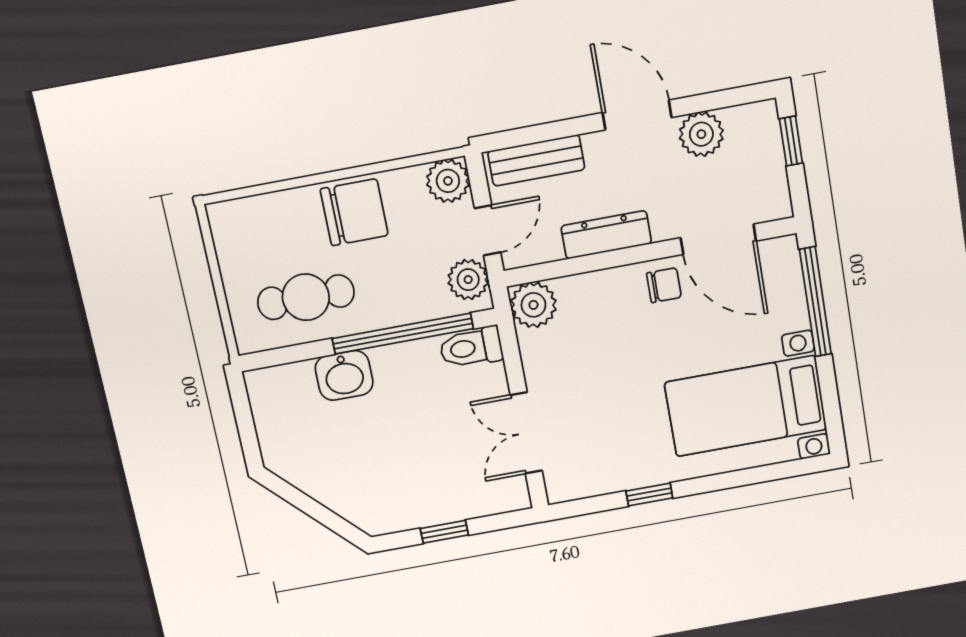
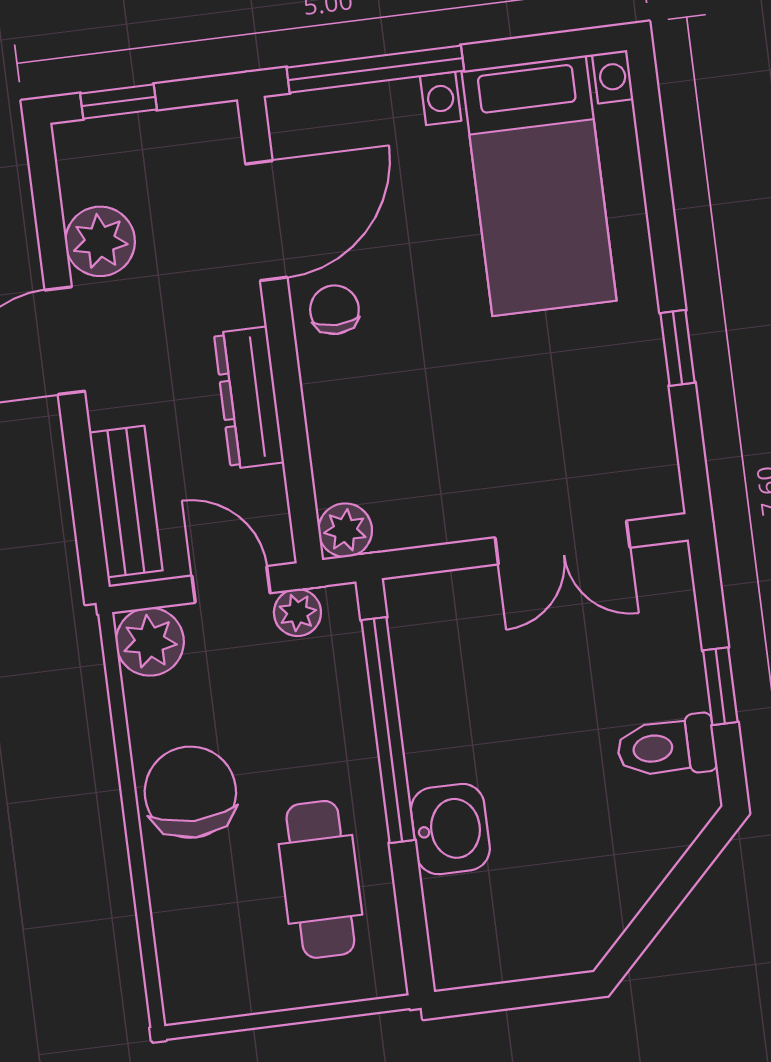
plant: (468, 280) -> (297, 613), width x0.73, depth x0.73
plant: (533, 305) -> (345, 530), width x0.73, depth x0.73
toilet: (471, 347) -> (666, 747), moved, turned 90

